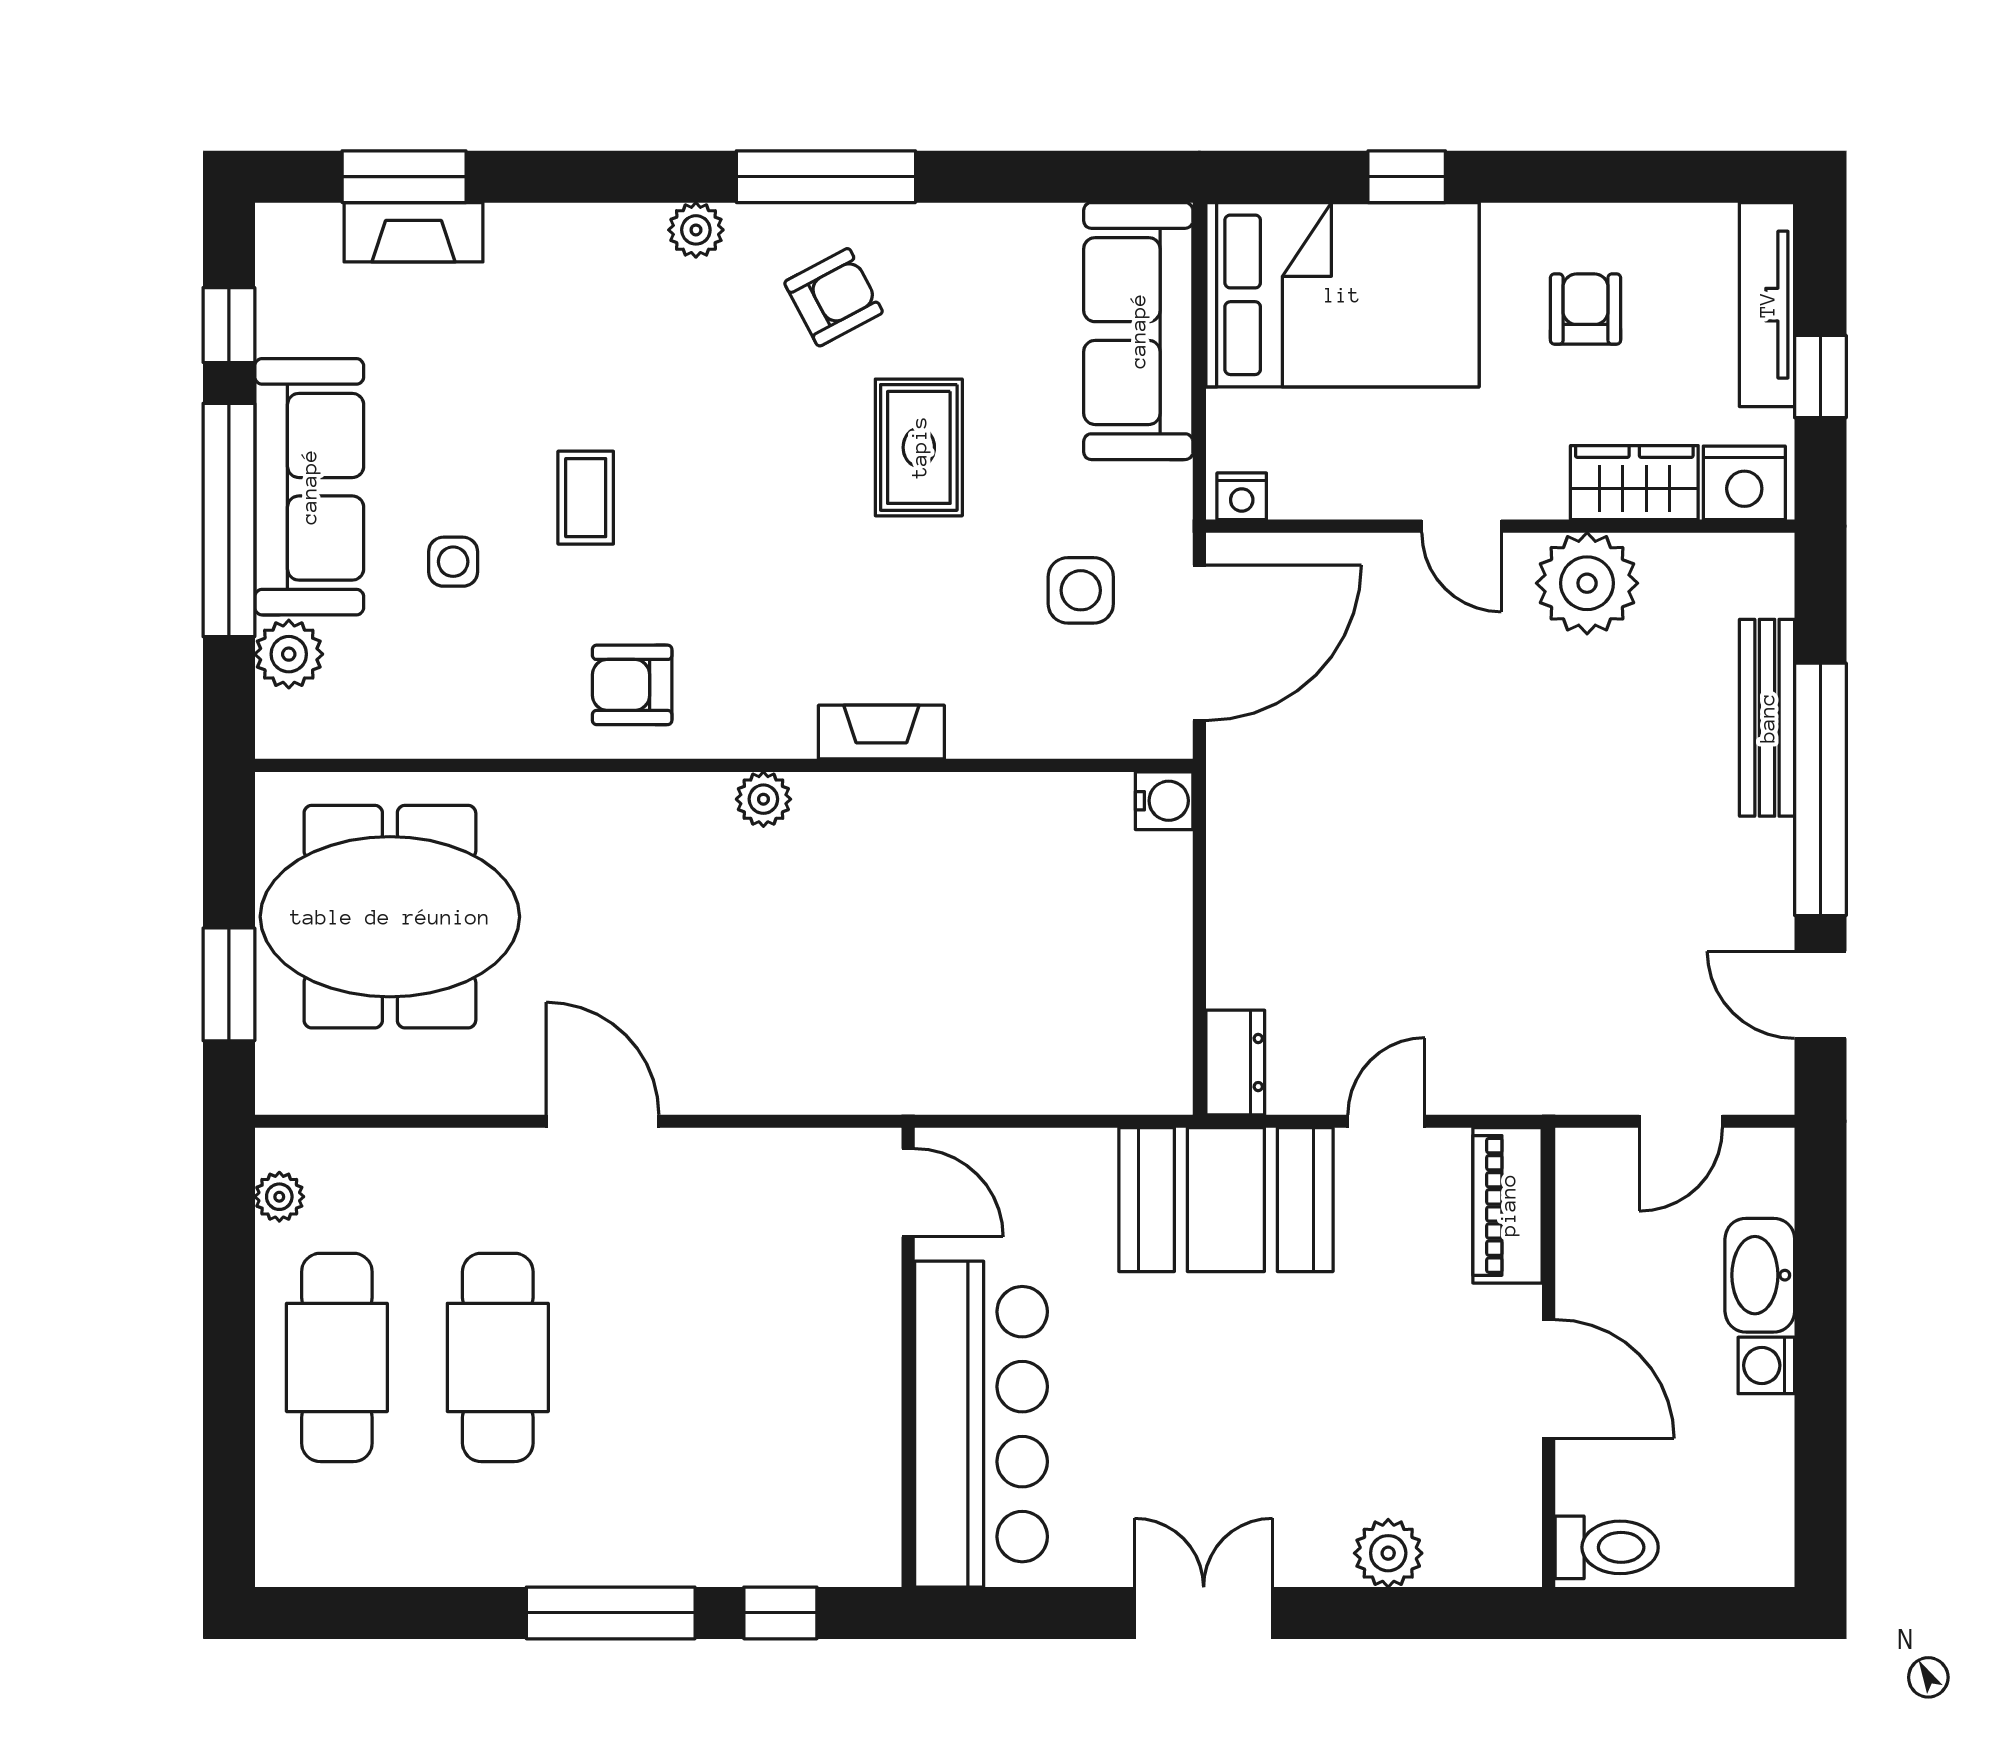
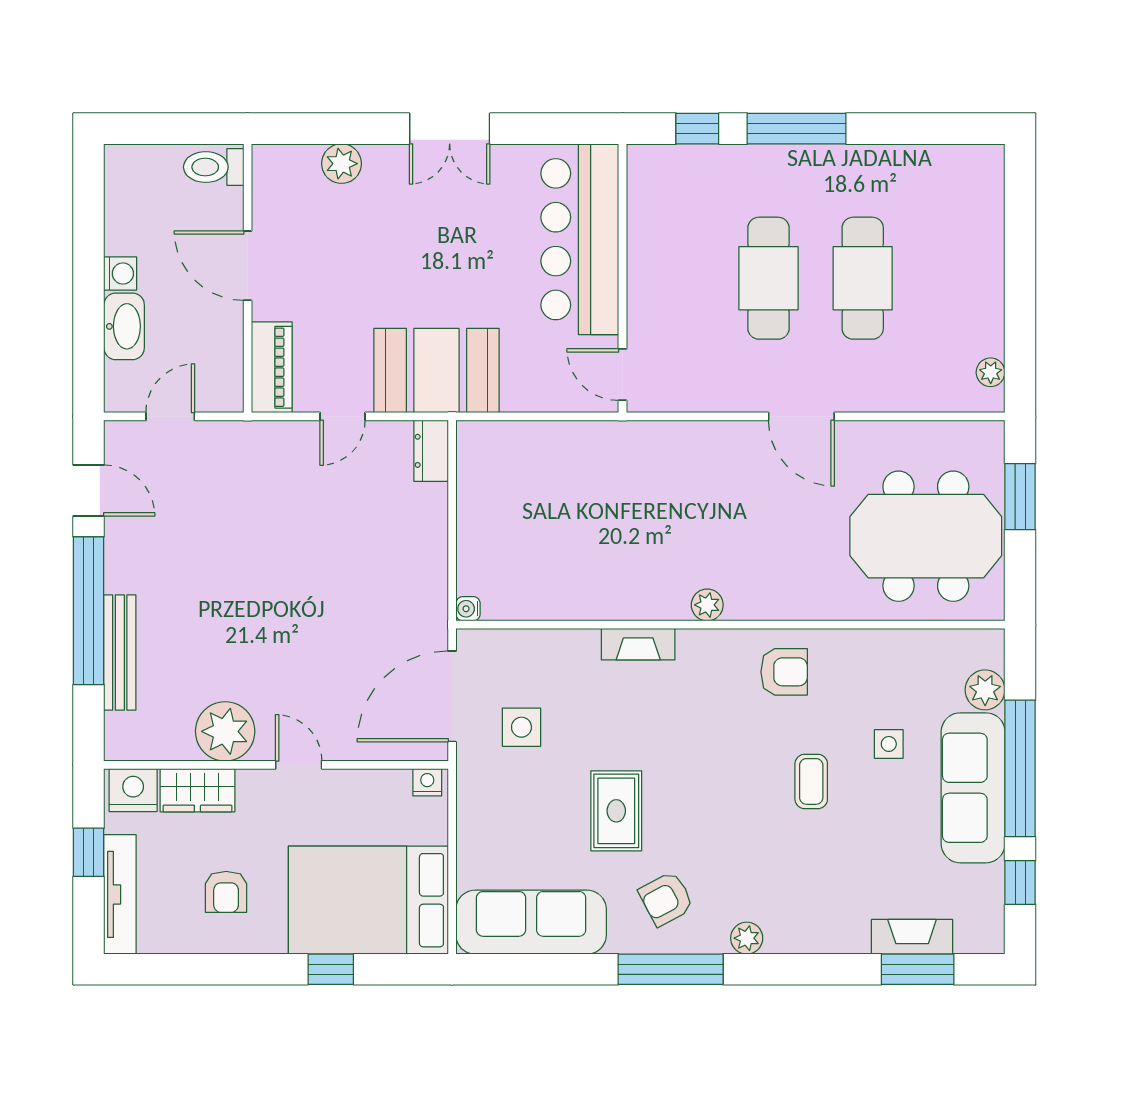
sofa: (1138, 331) -> (531, 922), moved, turned -90
water cooler: (1164, 801) -> (468, 609), width x0.72, depth x0.72
cafe table: (337, 1357) -> (769, 278), moved

